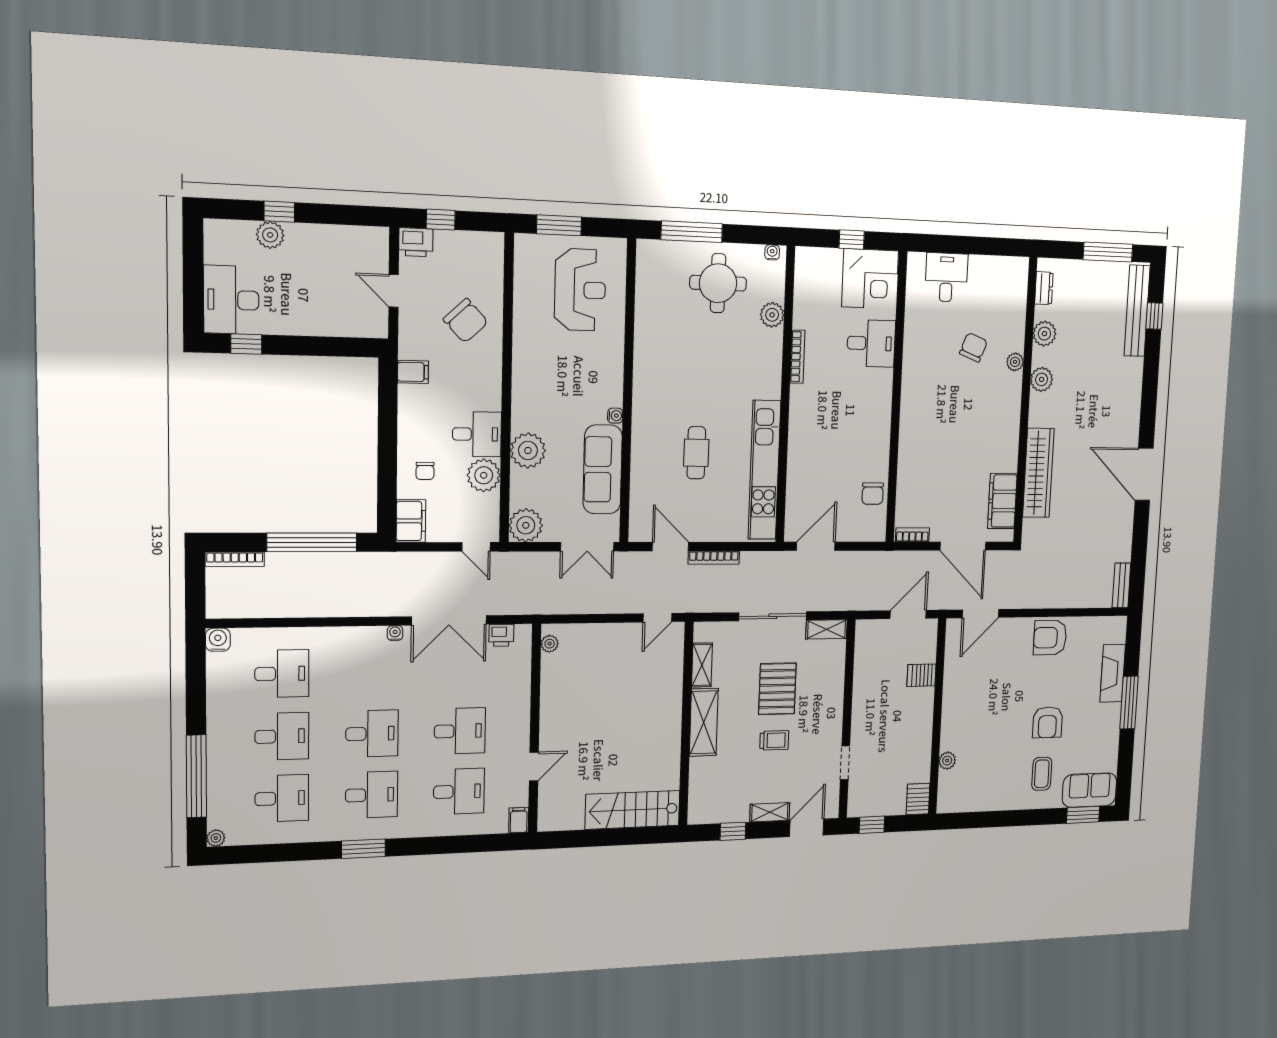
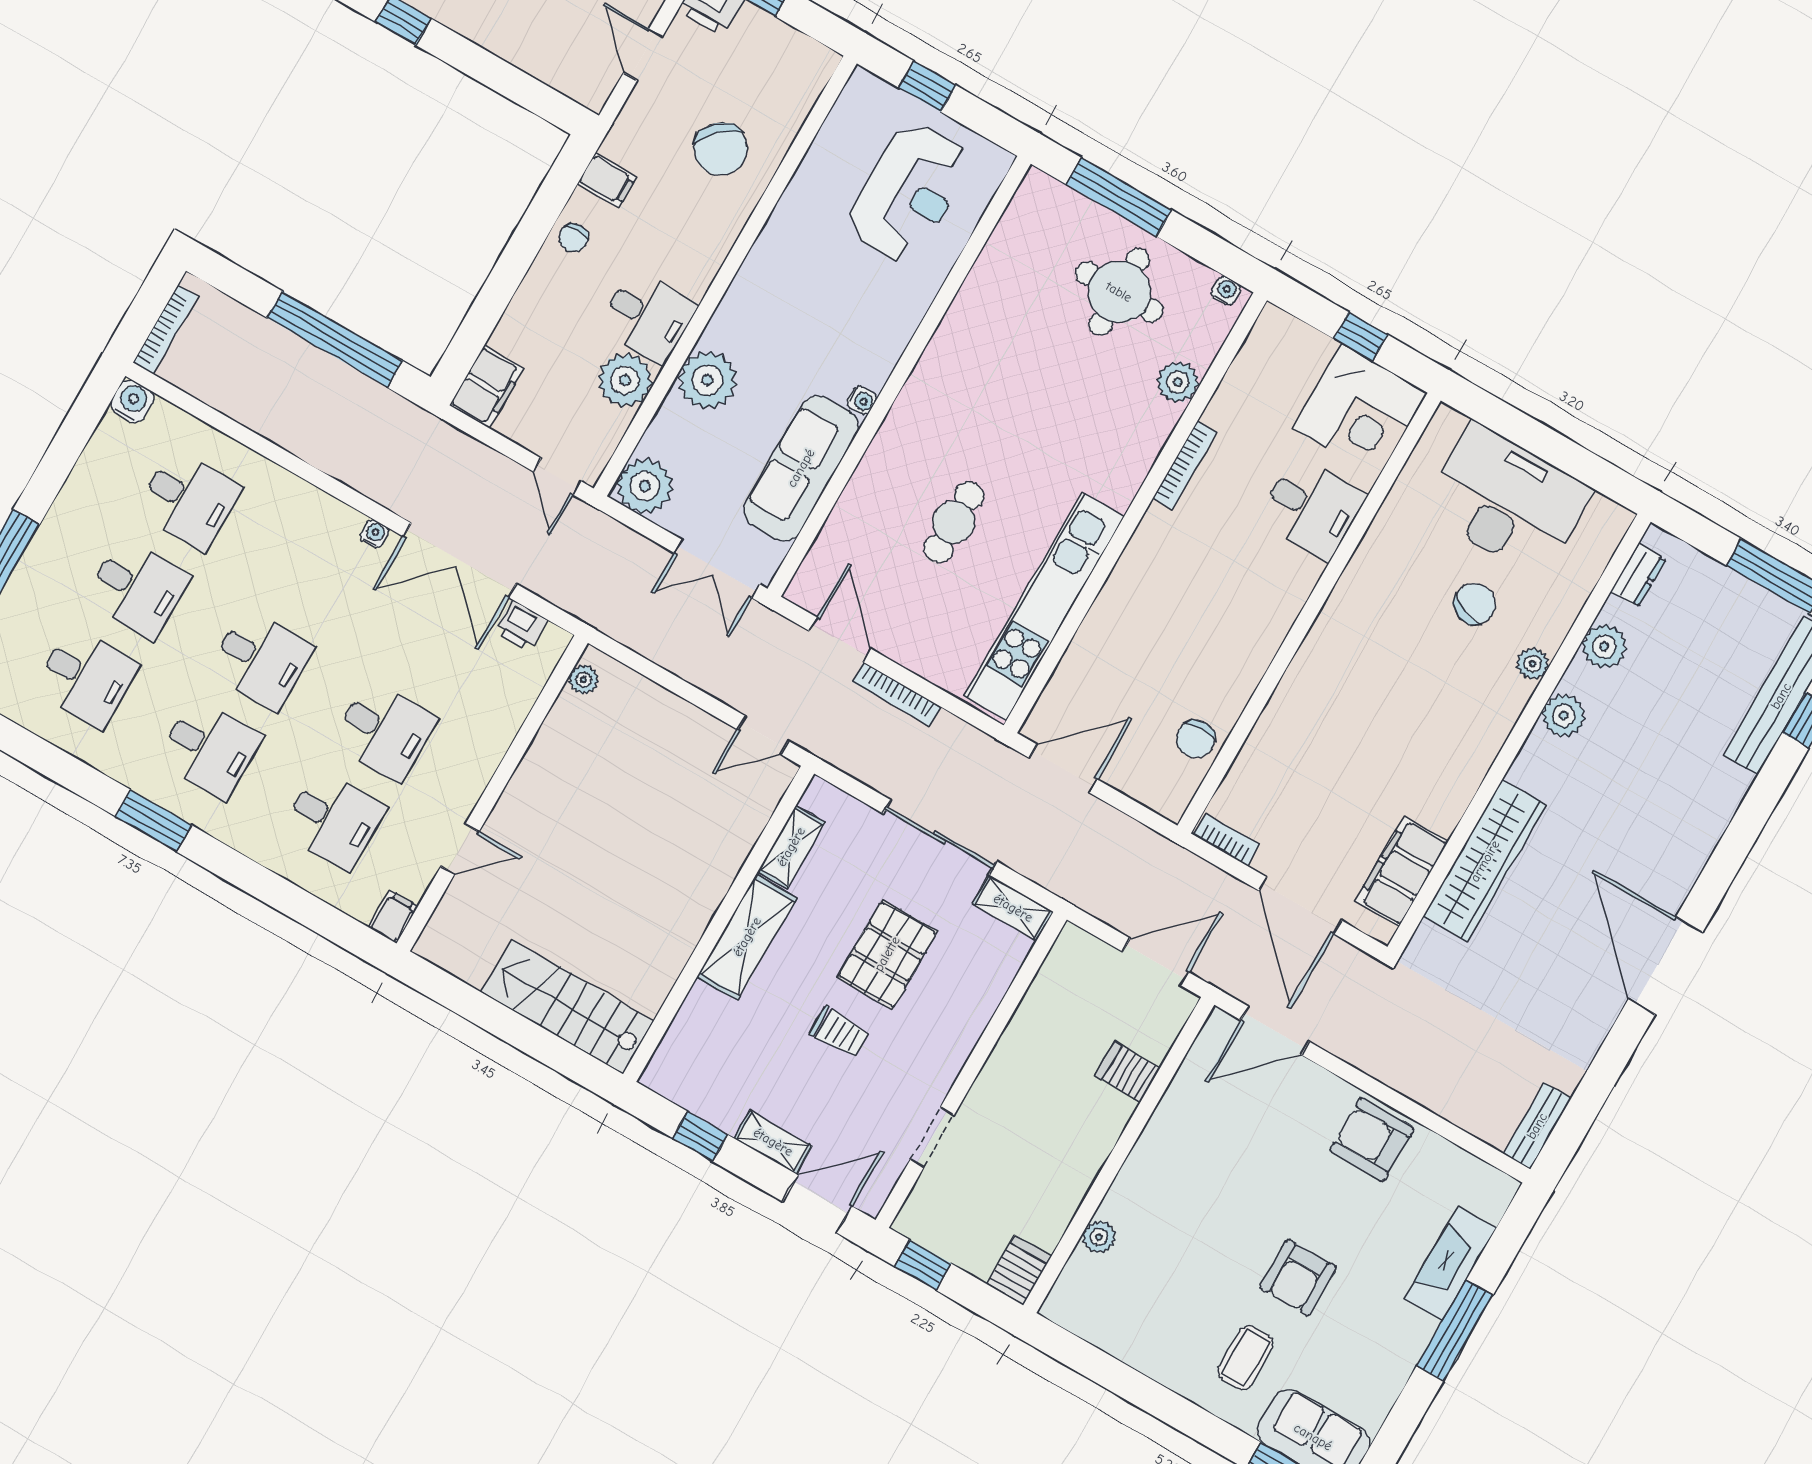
window: (559, 225) -> (927, 87), width x0.67
desk: (946, 277) -> (1507, 500), width x1.87, depth x1.30
chair: (425, 471) -> (573, 238), moved
bookcase: (235, 559) -> (165, 330), moved, turned -90

